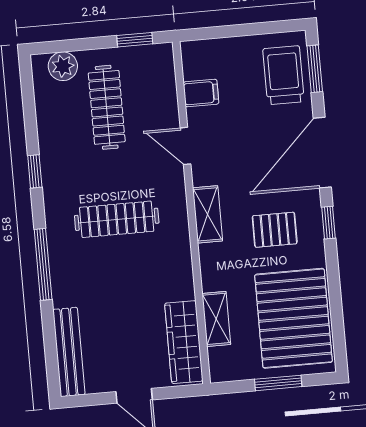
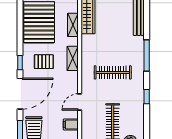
door: (185, 146) -> (80, 102), swing flipped
shelving: (208, 214) -> (73, 58), moved

